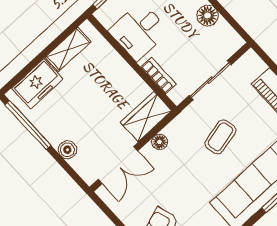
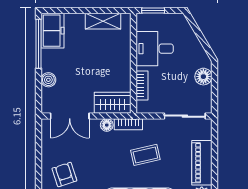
sliding door: (210, 80) -> (185, 116), moved
freezer: (37, 84) -> (53, 31), moved, turned -90
bookcase: (179, 123) -> (128, 124), added

